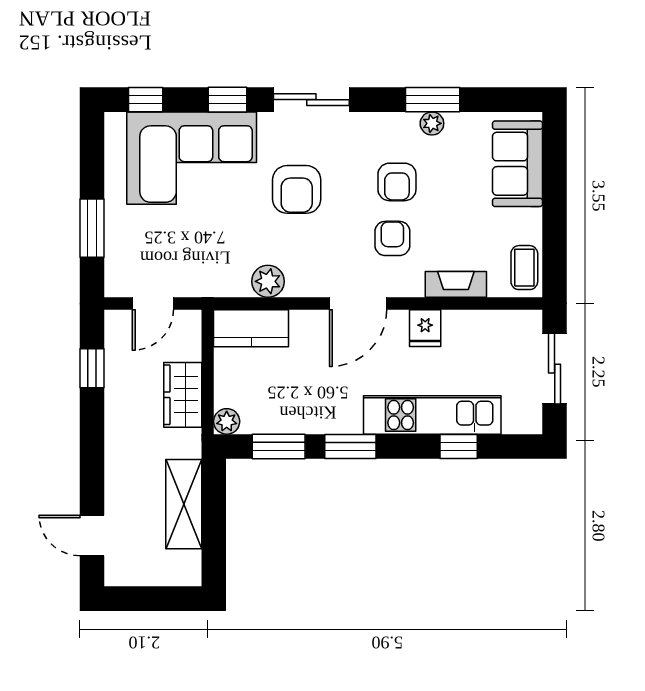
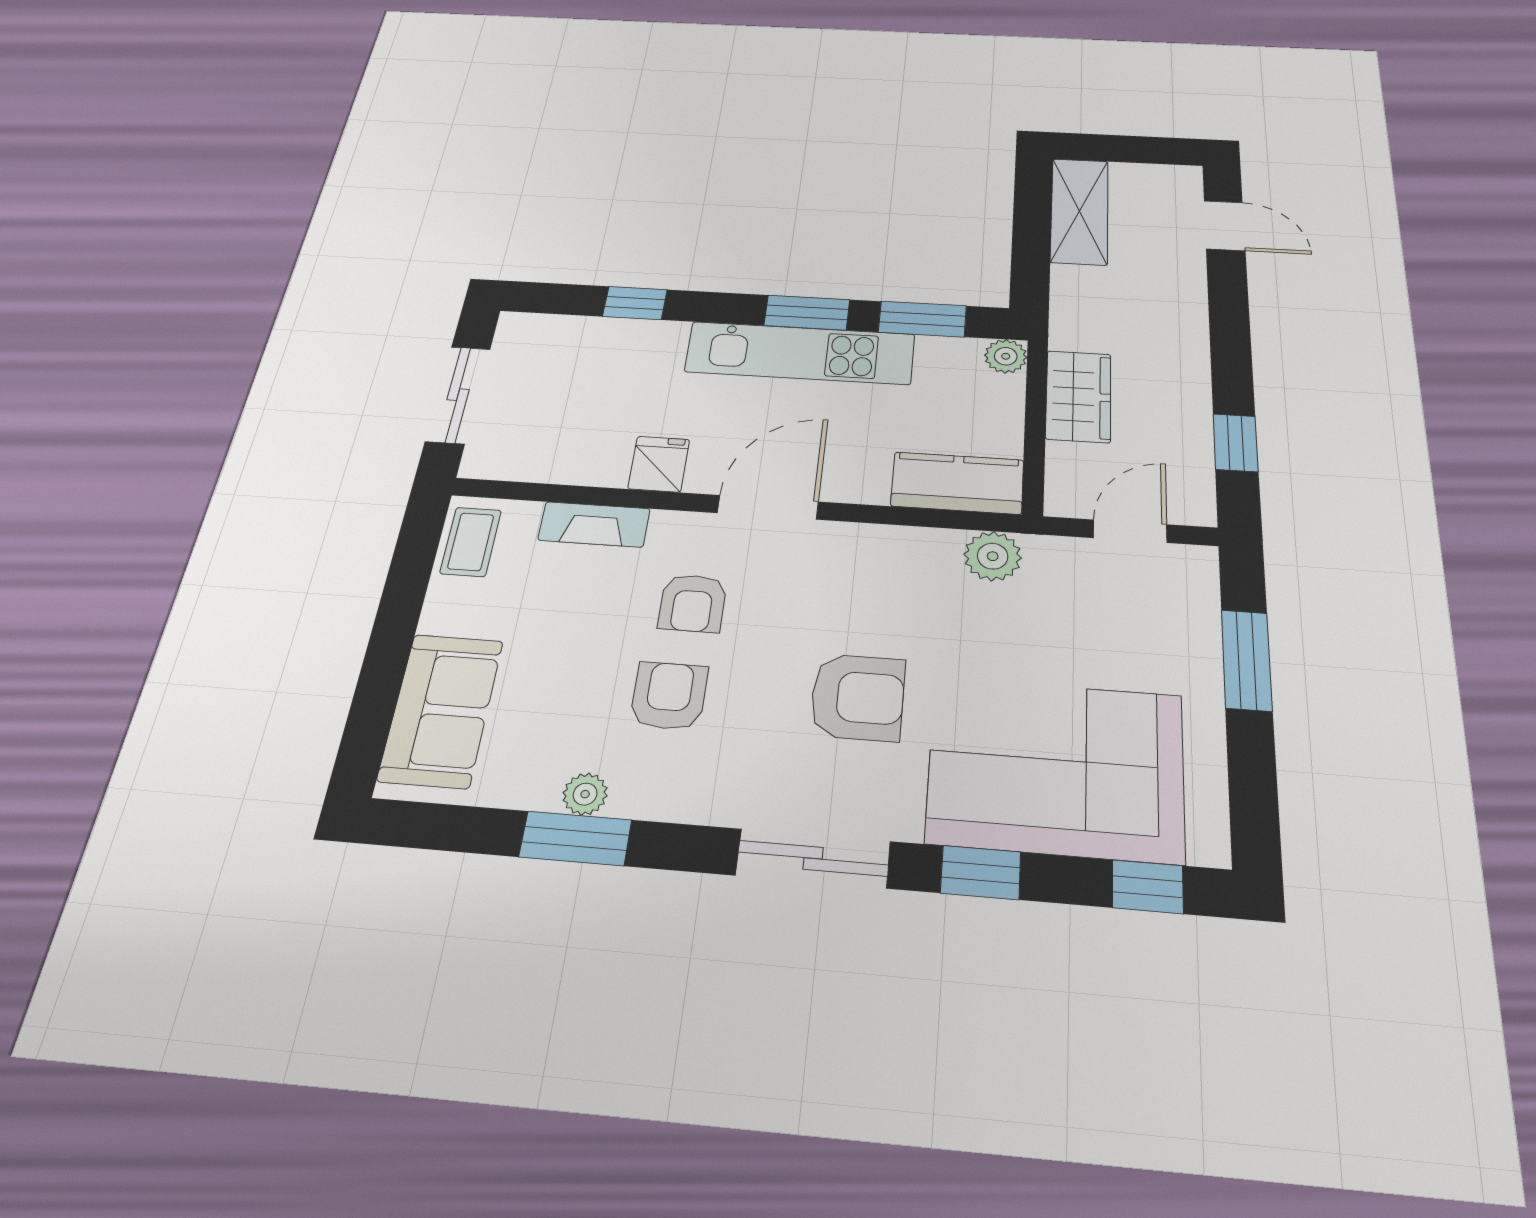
armchair: (297, 189) -> (858, 697), turned 90
plant: (268, 281) -> (993, 556), moved
kitchen unit: (432, 415) -> (800, 353), moved
shelving: (184, 504) -> (1079, 211), moved

